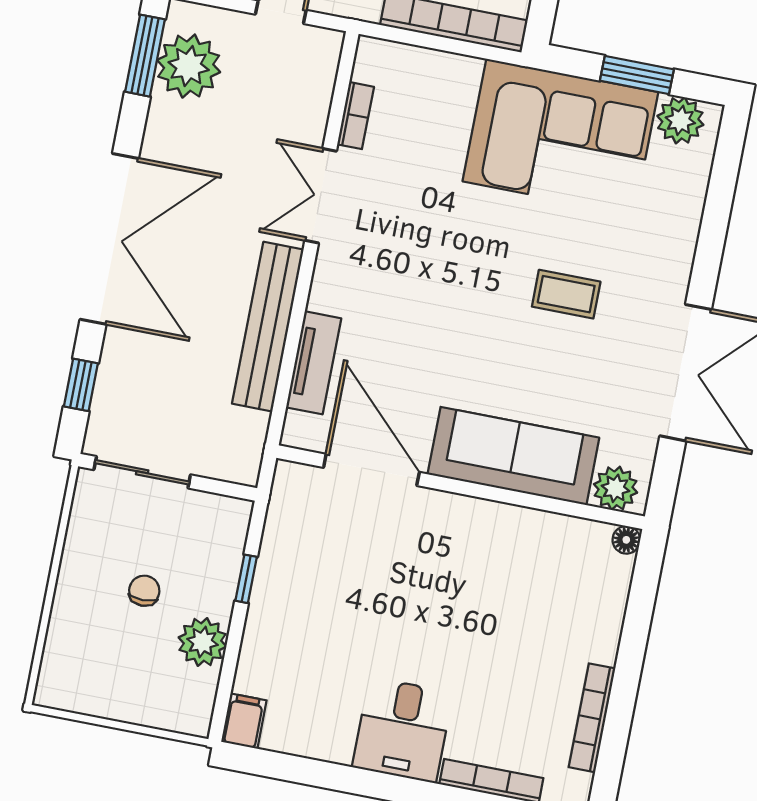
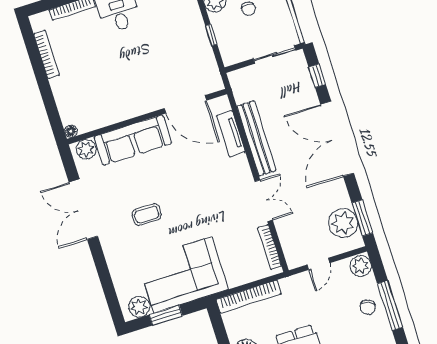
bookcase: (356, 116) -> (270, 247), width x1.56

